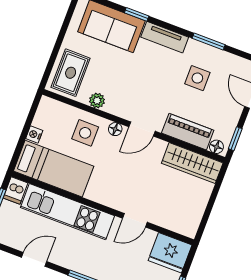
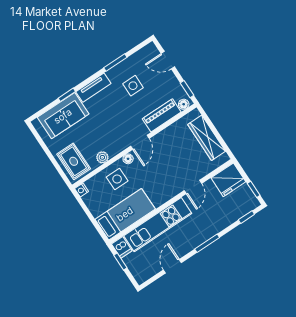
nightstand: (34, 134) -> (82, 190), moved
wardrobe: (192, 163) -> (207, 138), moved, turned 90

